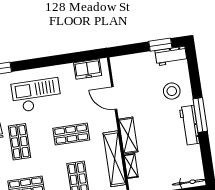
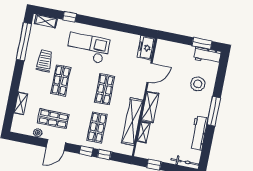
freezer: (88, 69) -> (146, 48), moved, turned 90
door: (114, 98) -> (150, 73), swing flipped
workbench: (189, 125) -> (199, 133), moved
shop shelf: (71, 134) -> (105, 89), turned 90

